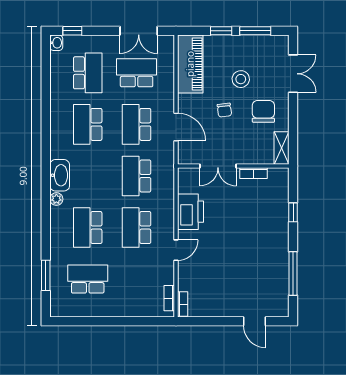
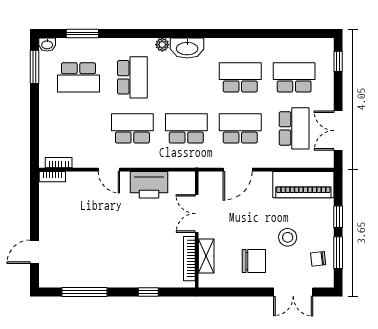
washbasin: (56, 43) -> (47, 44), moved
school desk: (88, 73) -> (294, 77), turned 180
chair: (224, 110) -> (318, 259), moved
shelving: (282, 148) -> (206, 256), moved, turned 90
bookcase: (253, 173) -> (189, 259), width x1.56
school desk: (88, 228) -> (132, 77), turned 90
school desk: (88, 279) -> (79, 77), turned 90
window: (78, 321) -> (35, 67), added

